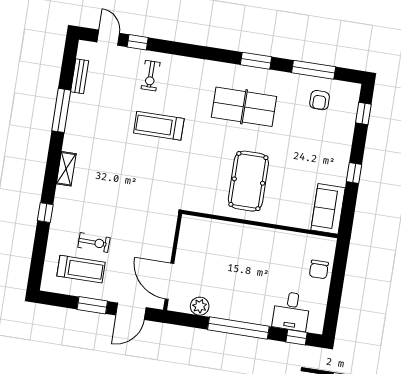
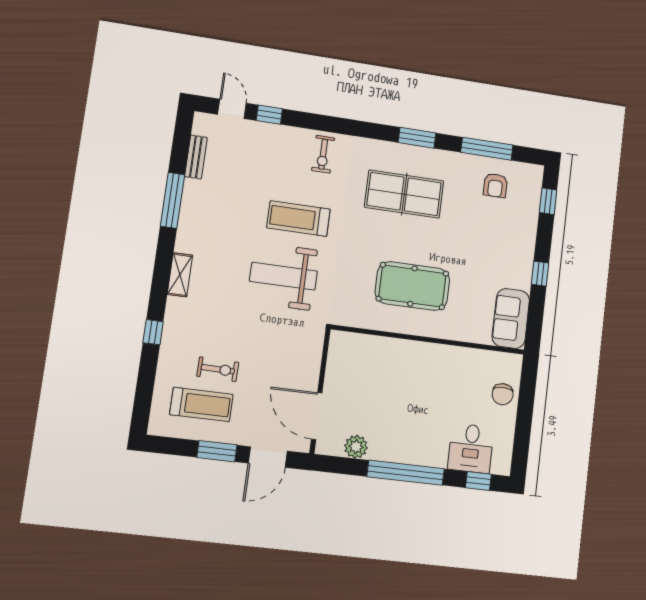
exercise bike: (151, 76) -> (323, 154), moved
weight bench: (146, 171) -> (283, 276), added
pool table: (248, 181) -> (412, 286), turned 90

